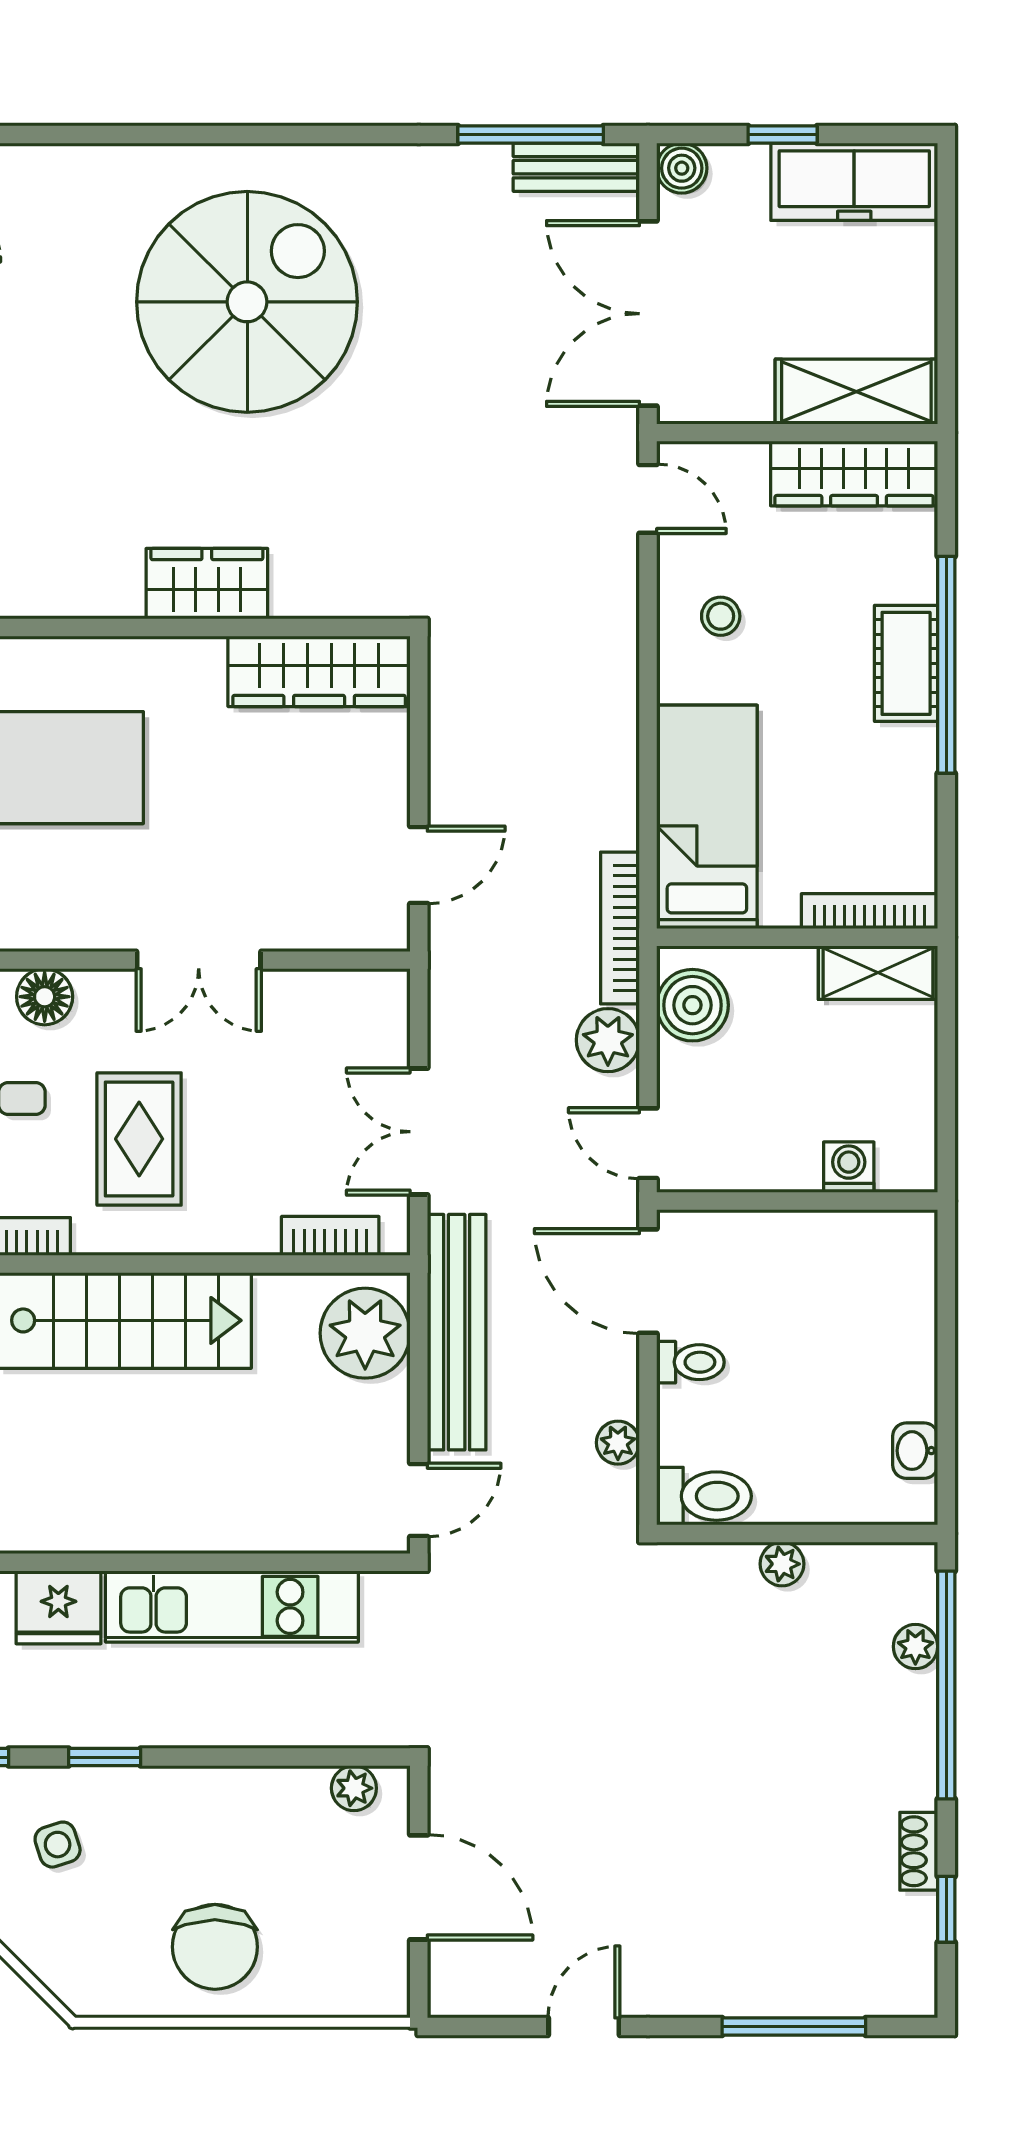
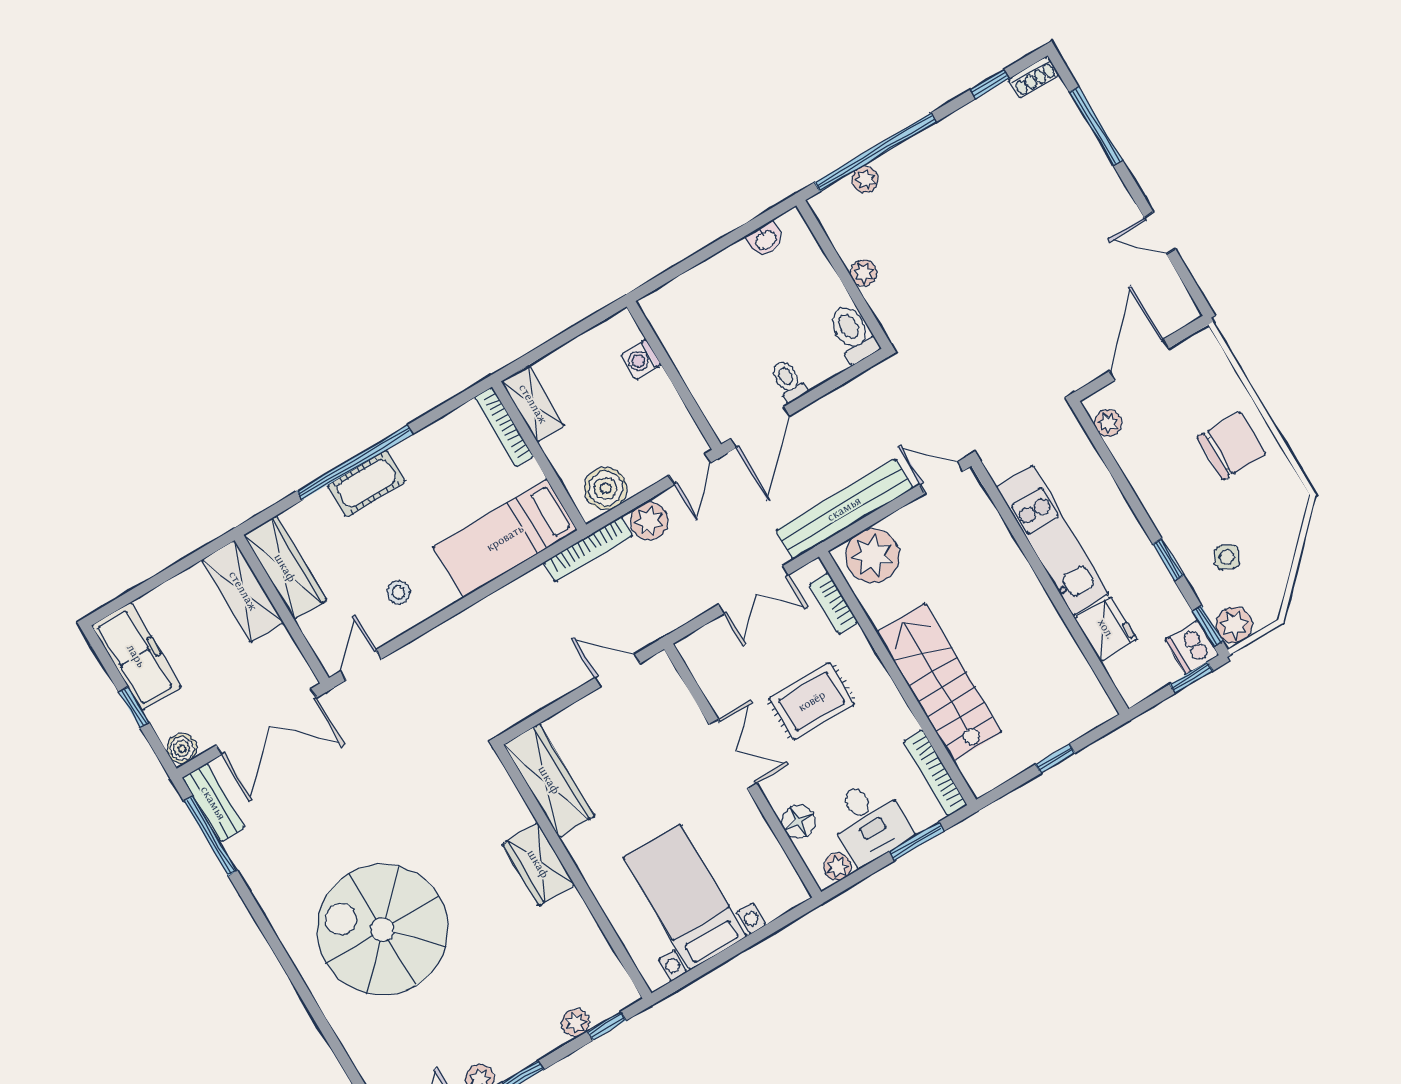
rug: (139, 1139) -> (812, 701), moved
plant: (618, 1443) -> (852, 393), removed
side table: (58, 1845) -> (1227, 557), turned 45
shoe rack: (919, 1851) -> (1034, 77), moved

